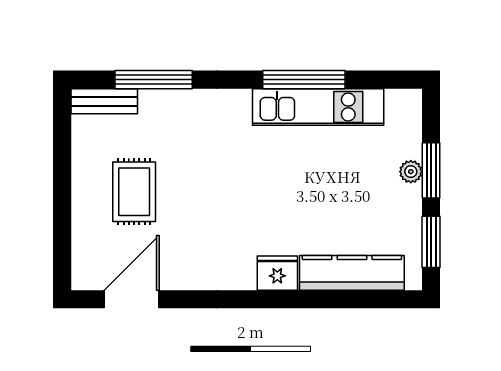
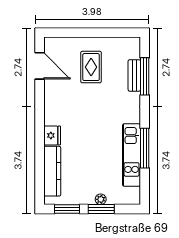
bench: (104, 101) -> (134, 75), moved
rug: (134, 192) -> (91, 67), turned 90

